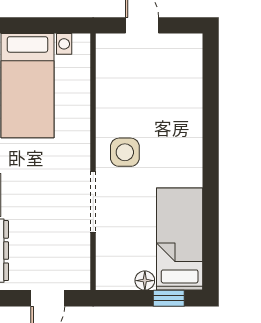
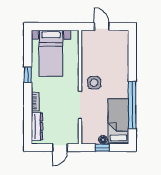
window: (211, 202) -> (132, 105), added
window: (169, 298) -> (102, 148), moved

